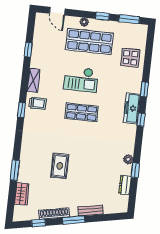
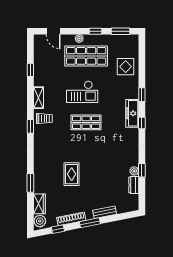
plant: (128, 159) -> (134, 171), moved
plant: (20, 212) -> (40, 221), added

